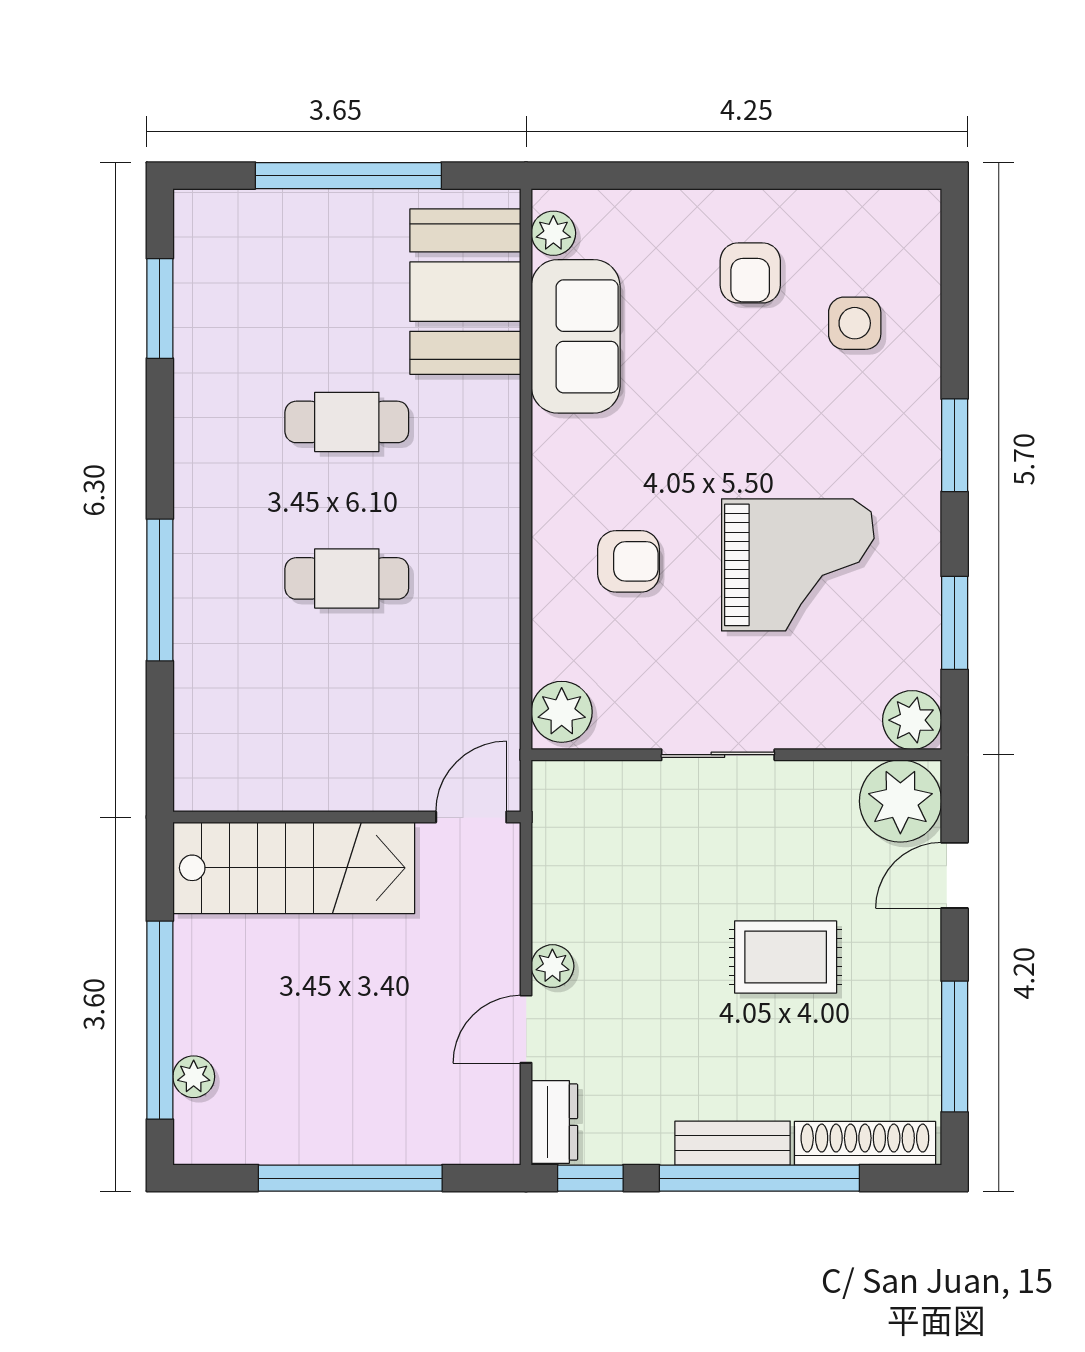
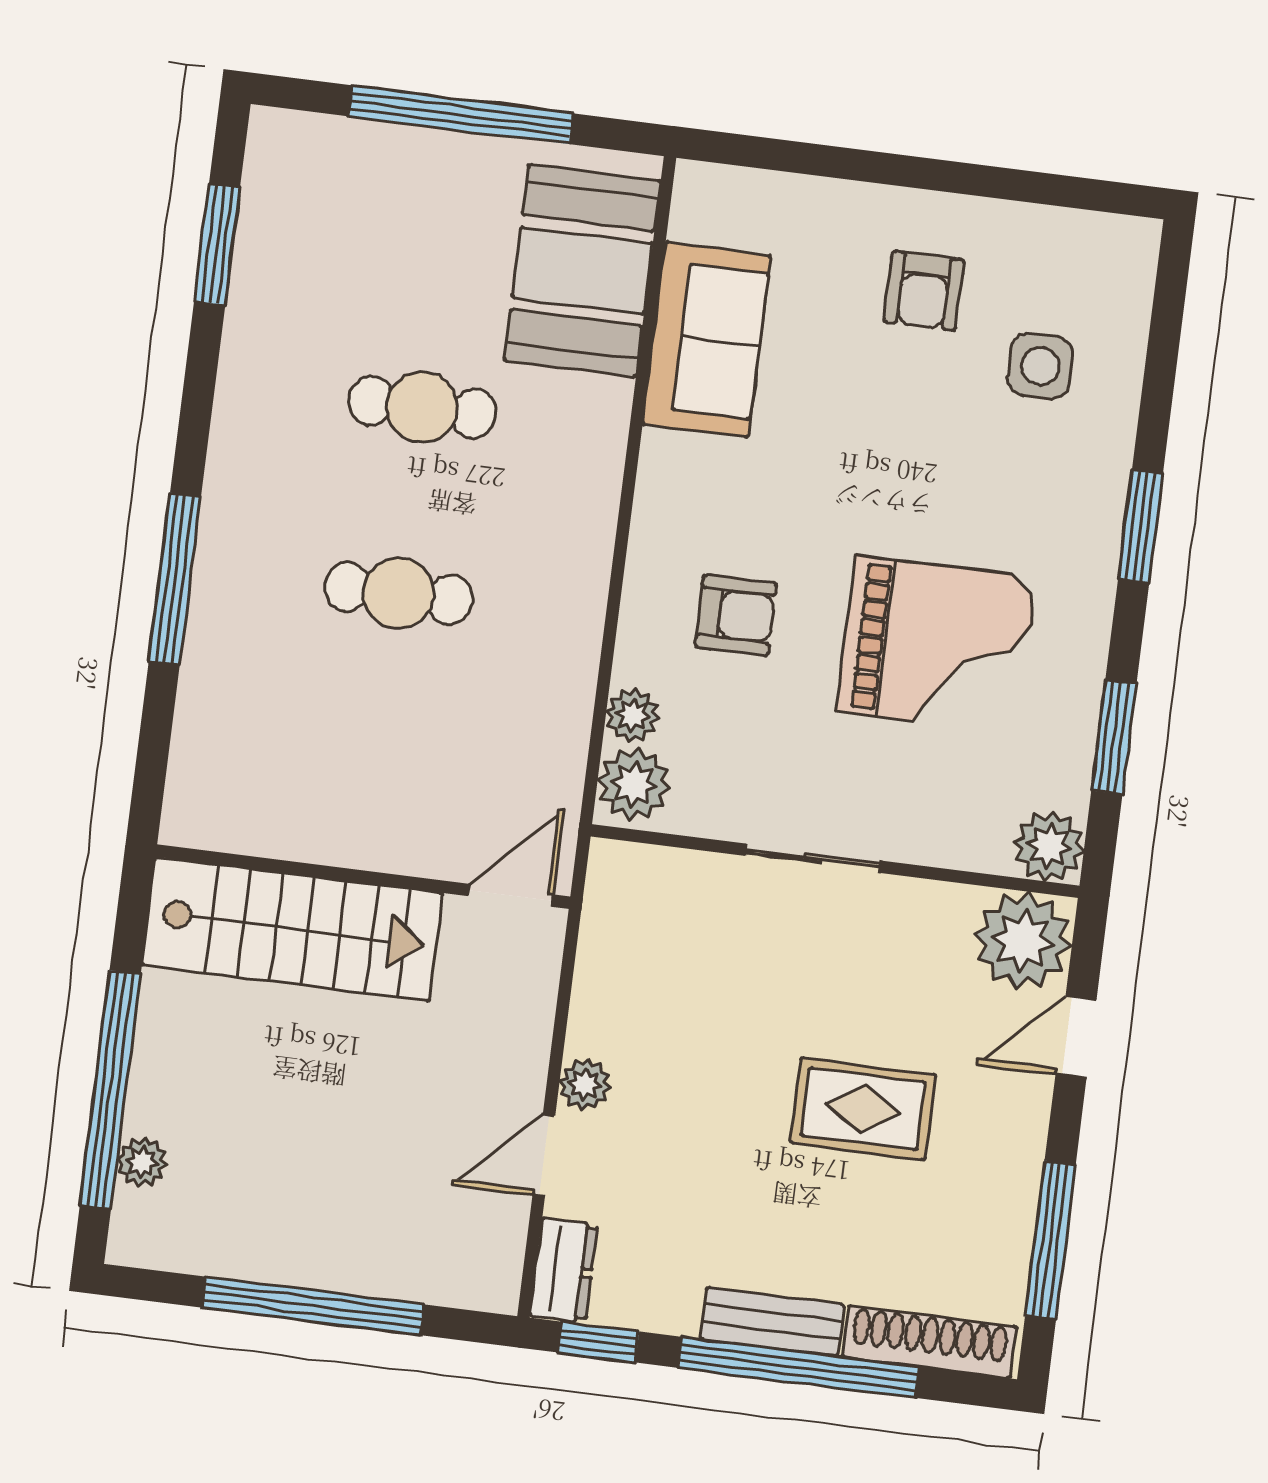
plant: (553, 233) -> (633, 715), moved

